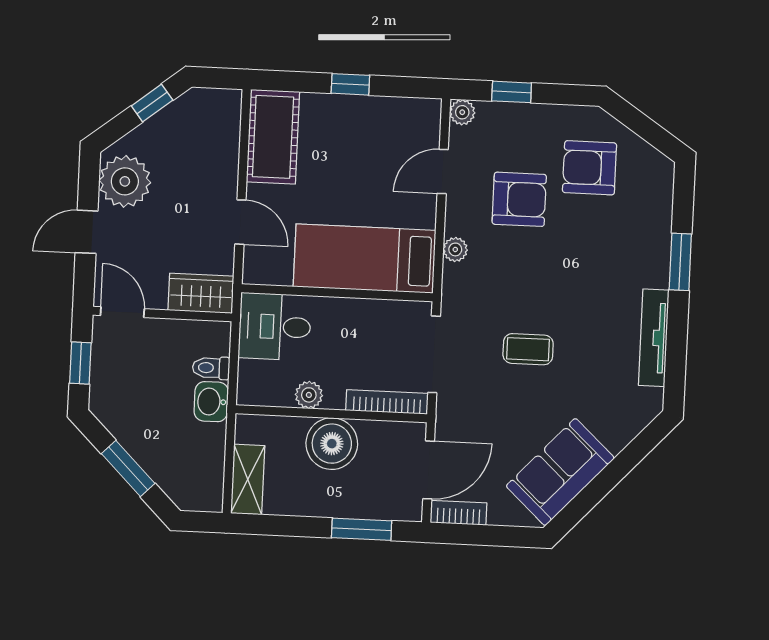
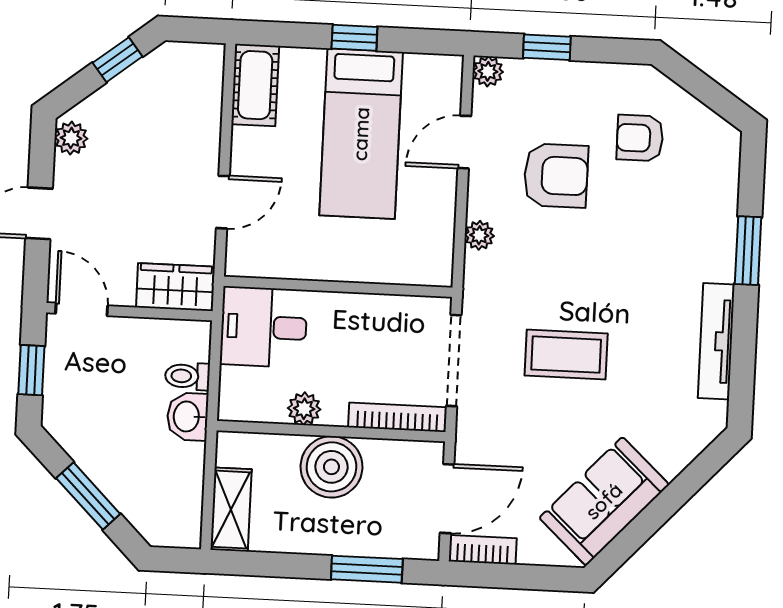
cot: (273, 137) -> (255, 85), width x0.73, depth x0.75
armchair: (590, 168) -> (640, 138), width x0.72, depth x0.72
plant: (125, 181) -> (71, 138), width x0.53, depth x0.53
door: (240, 222) -> (223, 202), hinge flipped
bed: (365, 259) -> (361, 134), moved, turned -90
coffee table: (528, 349) -> (566, 355), width x1.36, depth x1.30

